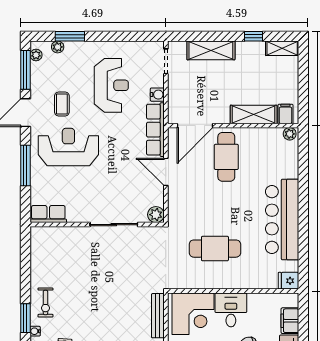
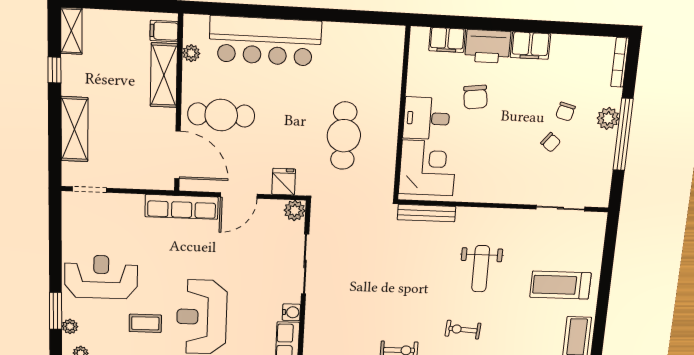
reception desk: (111, 85) -> (101, 277), moved
water cooler: (157, 95) -> (291, 312), moved, turned 90
plant: (290, 134) -> (191, 53), moved
bar counter: (282, 220) -> (265, 41), moved
fridge: (288, 281) -> (284, 182), moved, turned 180

